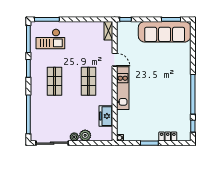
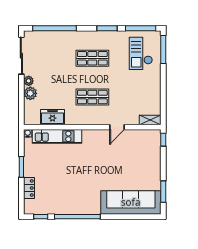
sofa: (165, 32) -> (131, 202), moved, turned 90
kitchen unit: (123, 88) -> (57, 136), moved

